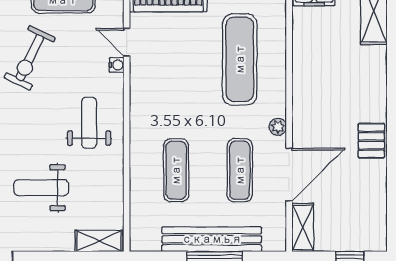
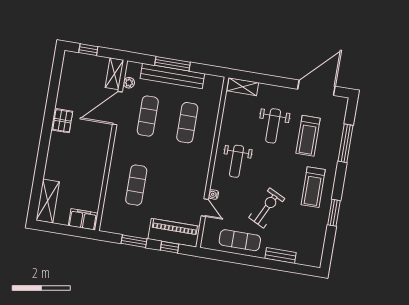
exercise mat: (240, 59) -> (136, 185), width x0.73, depth x0.69
plant: (278, 127) -> (129, 83), moved
weight bench: (41, 188) -> (273, 126), turned 90

